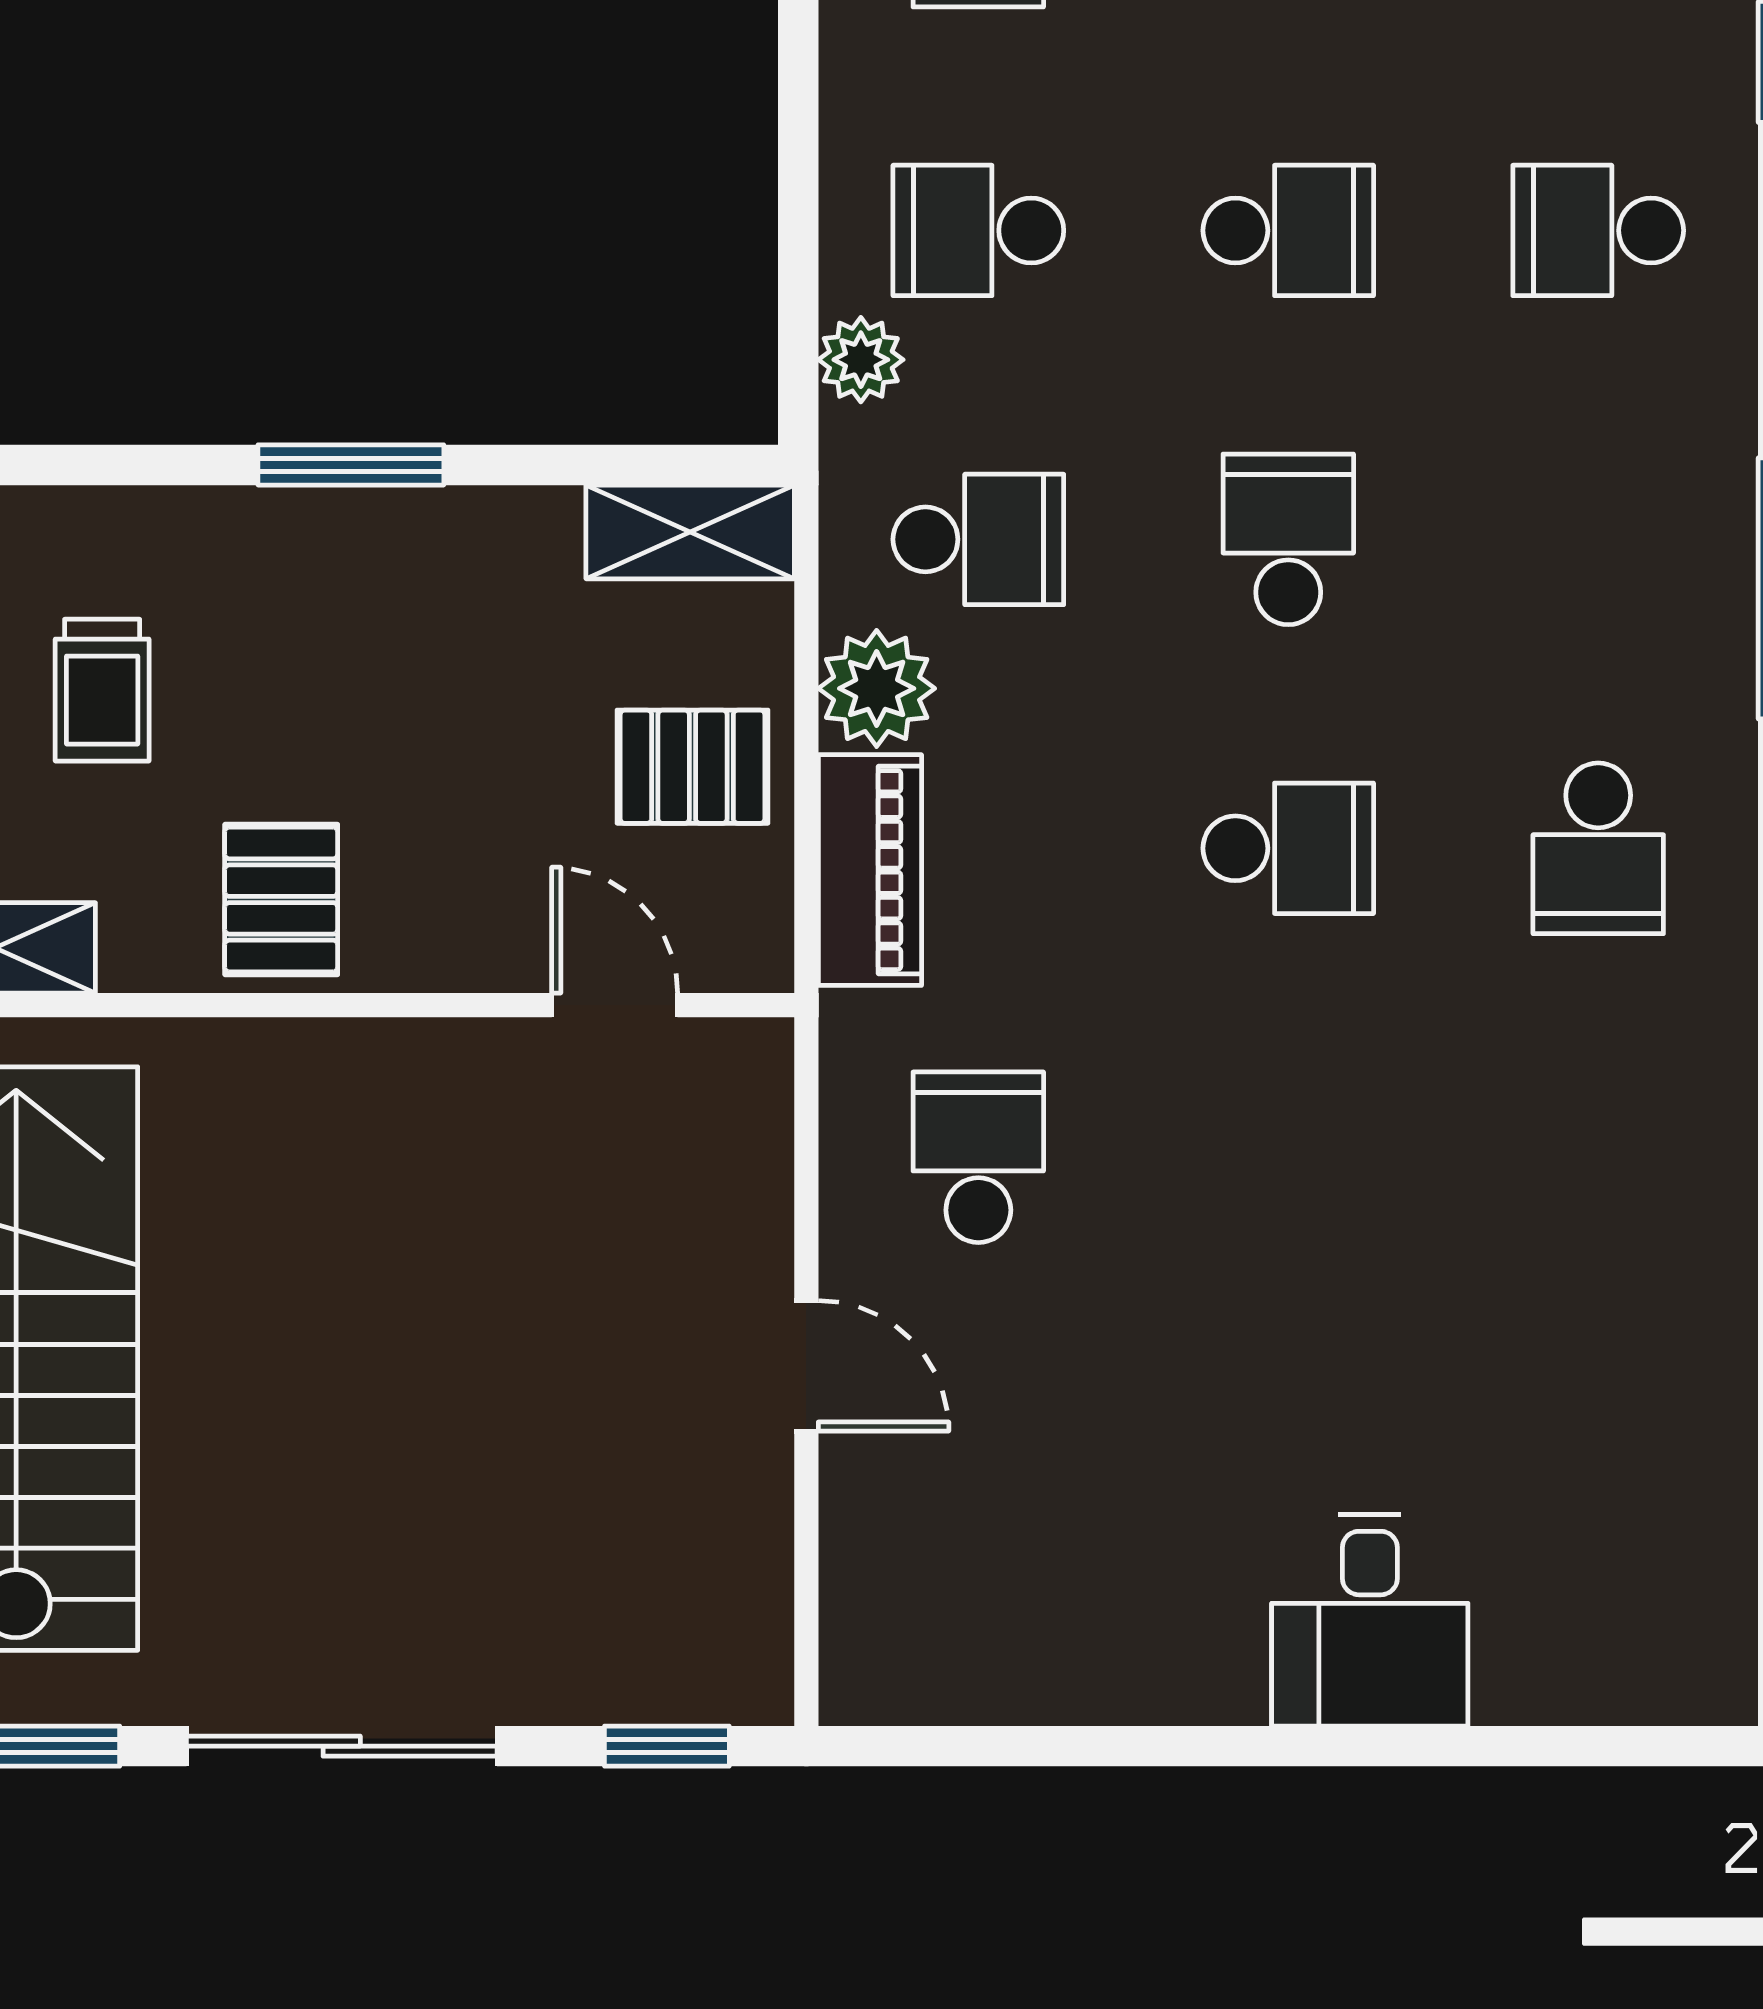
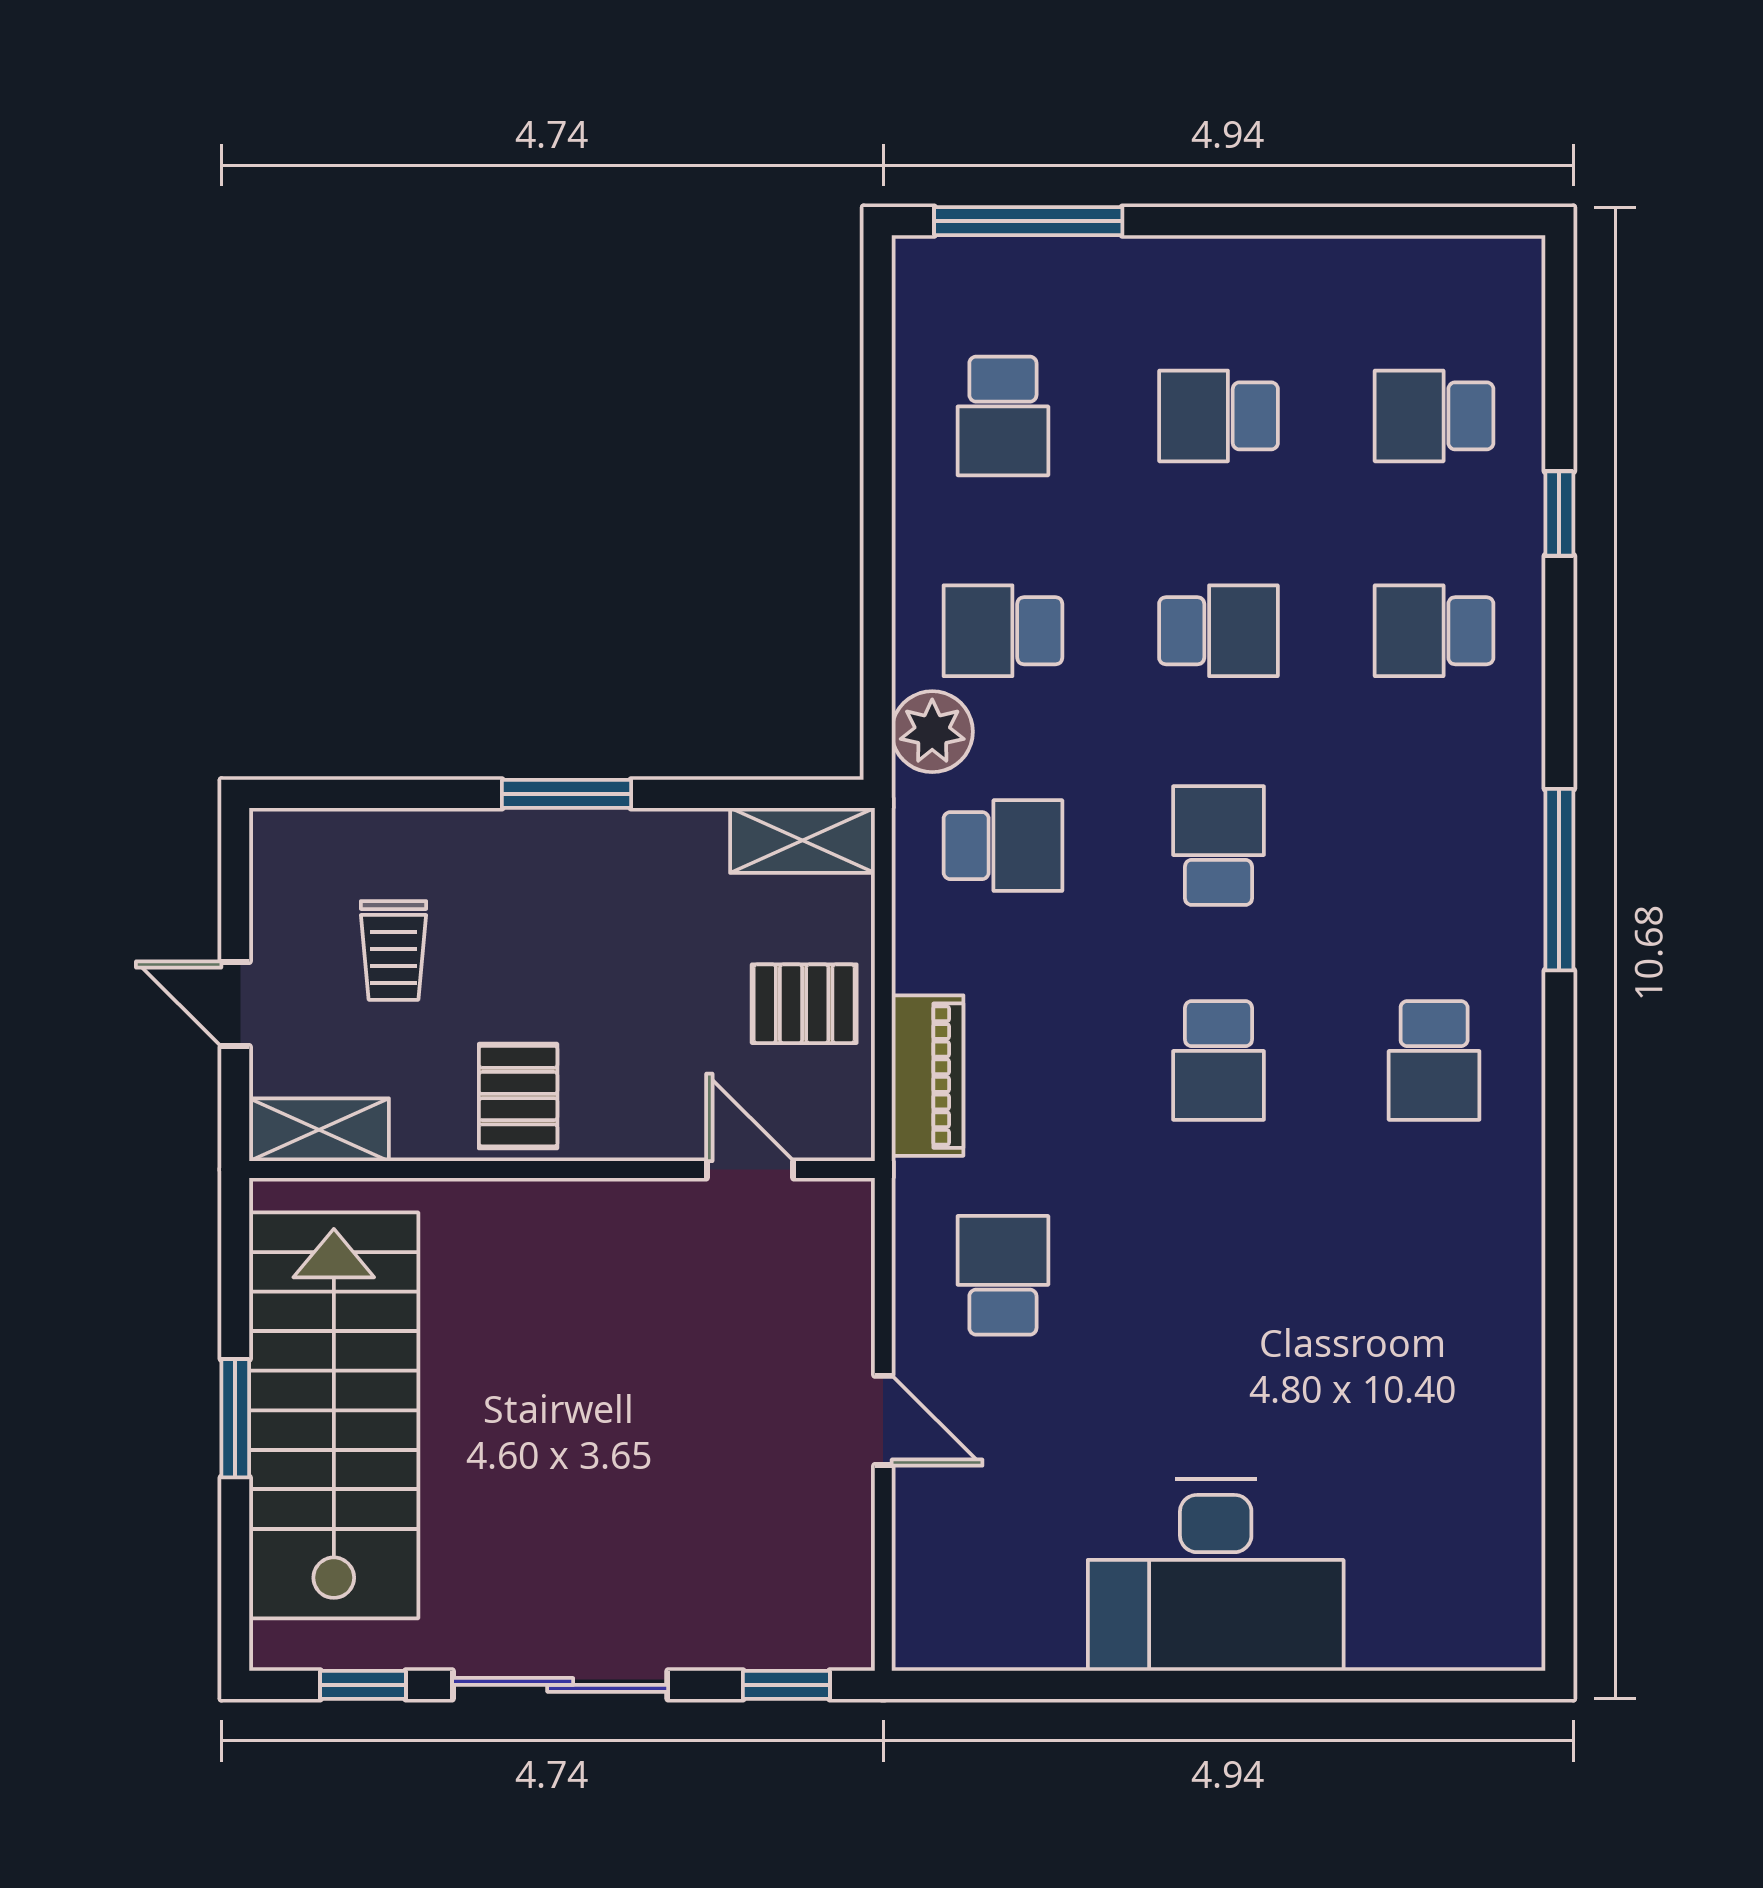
plant: (861, 360) -> (932, 732), width x1.38, depth x1.38
plant: (877, 688) -> (932, 949), removed
school desk: (1288, 848) -> (1219, 1060), turned 90
desk: (1370, 1620) -> (1216, 1575), width x1.87, depth x1.30

